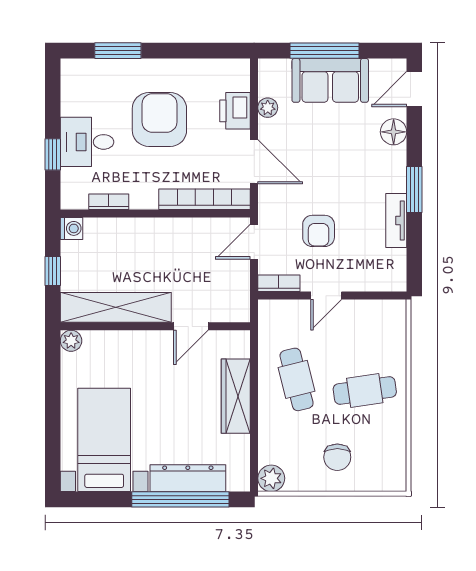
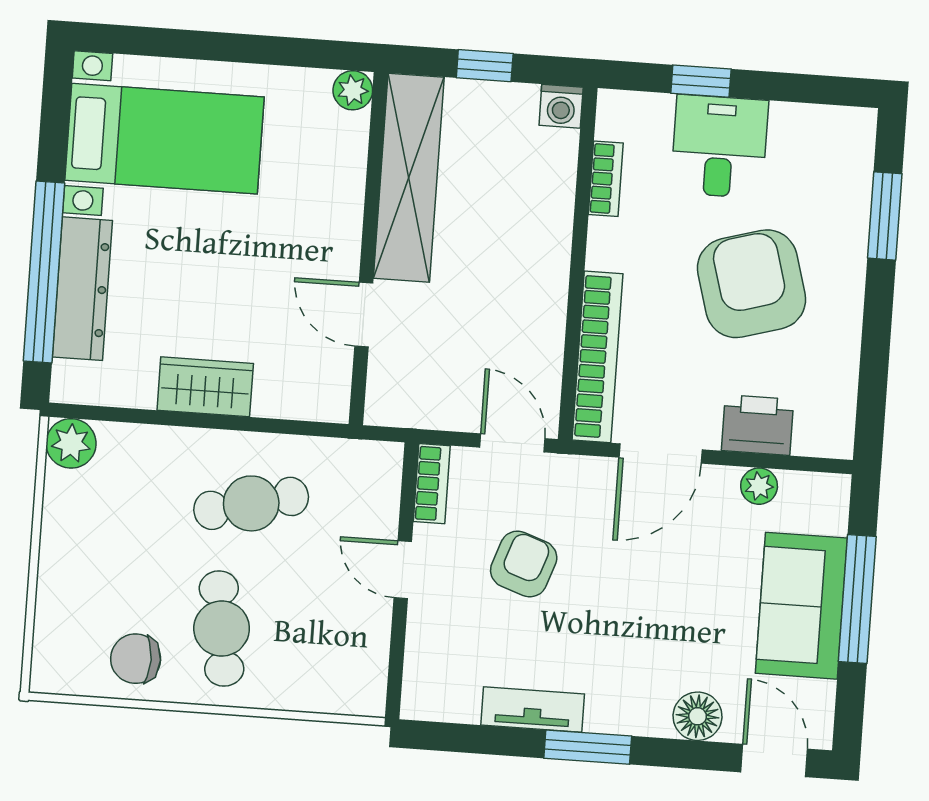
armchair: (159, 119) -> (752, 284), turned -106
armchair: (319, 231) -> (524, 564), turned 109
wardrobe: (236, 396) -> (205, 387), width x0.67
chair: (337, 457) -> (136, 659), moved

